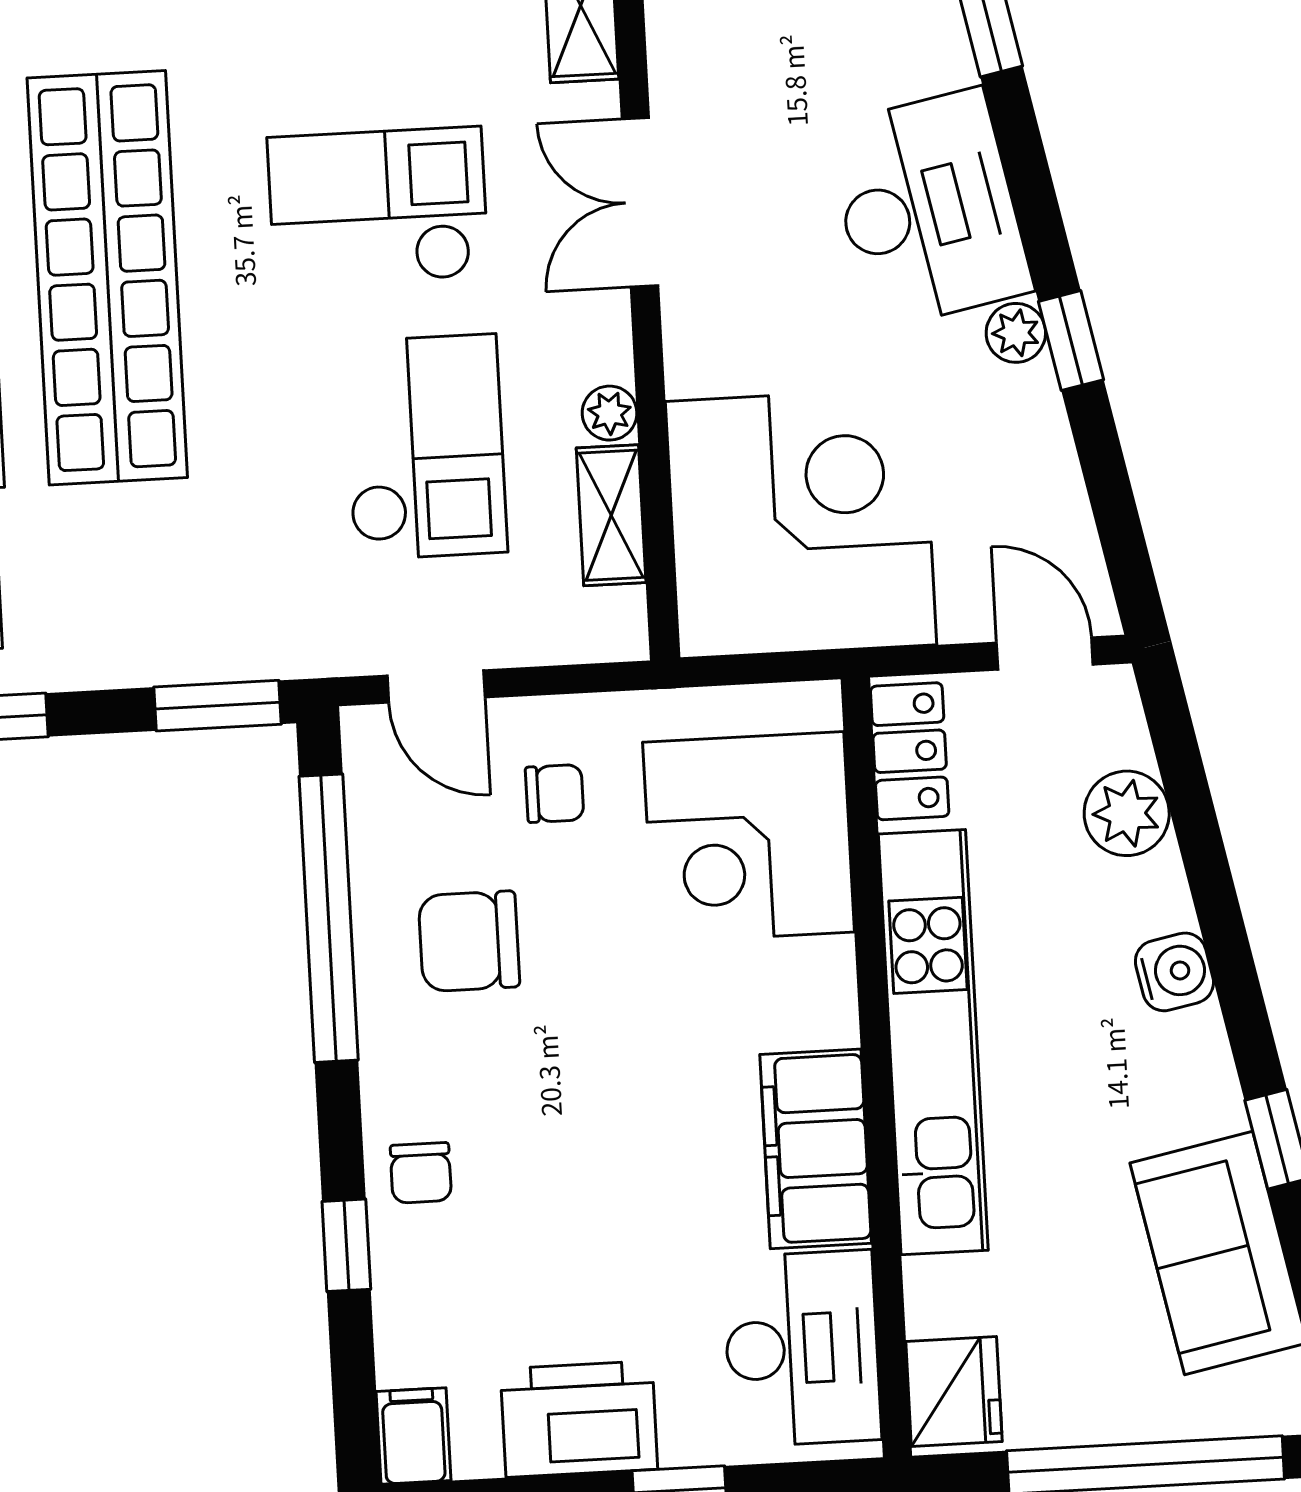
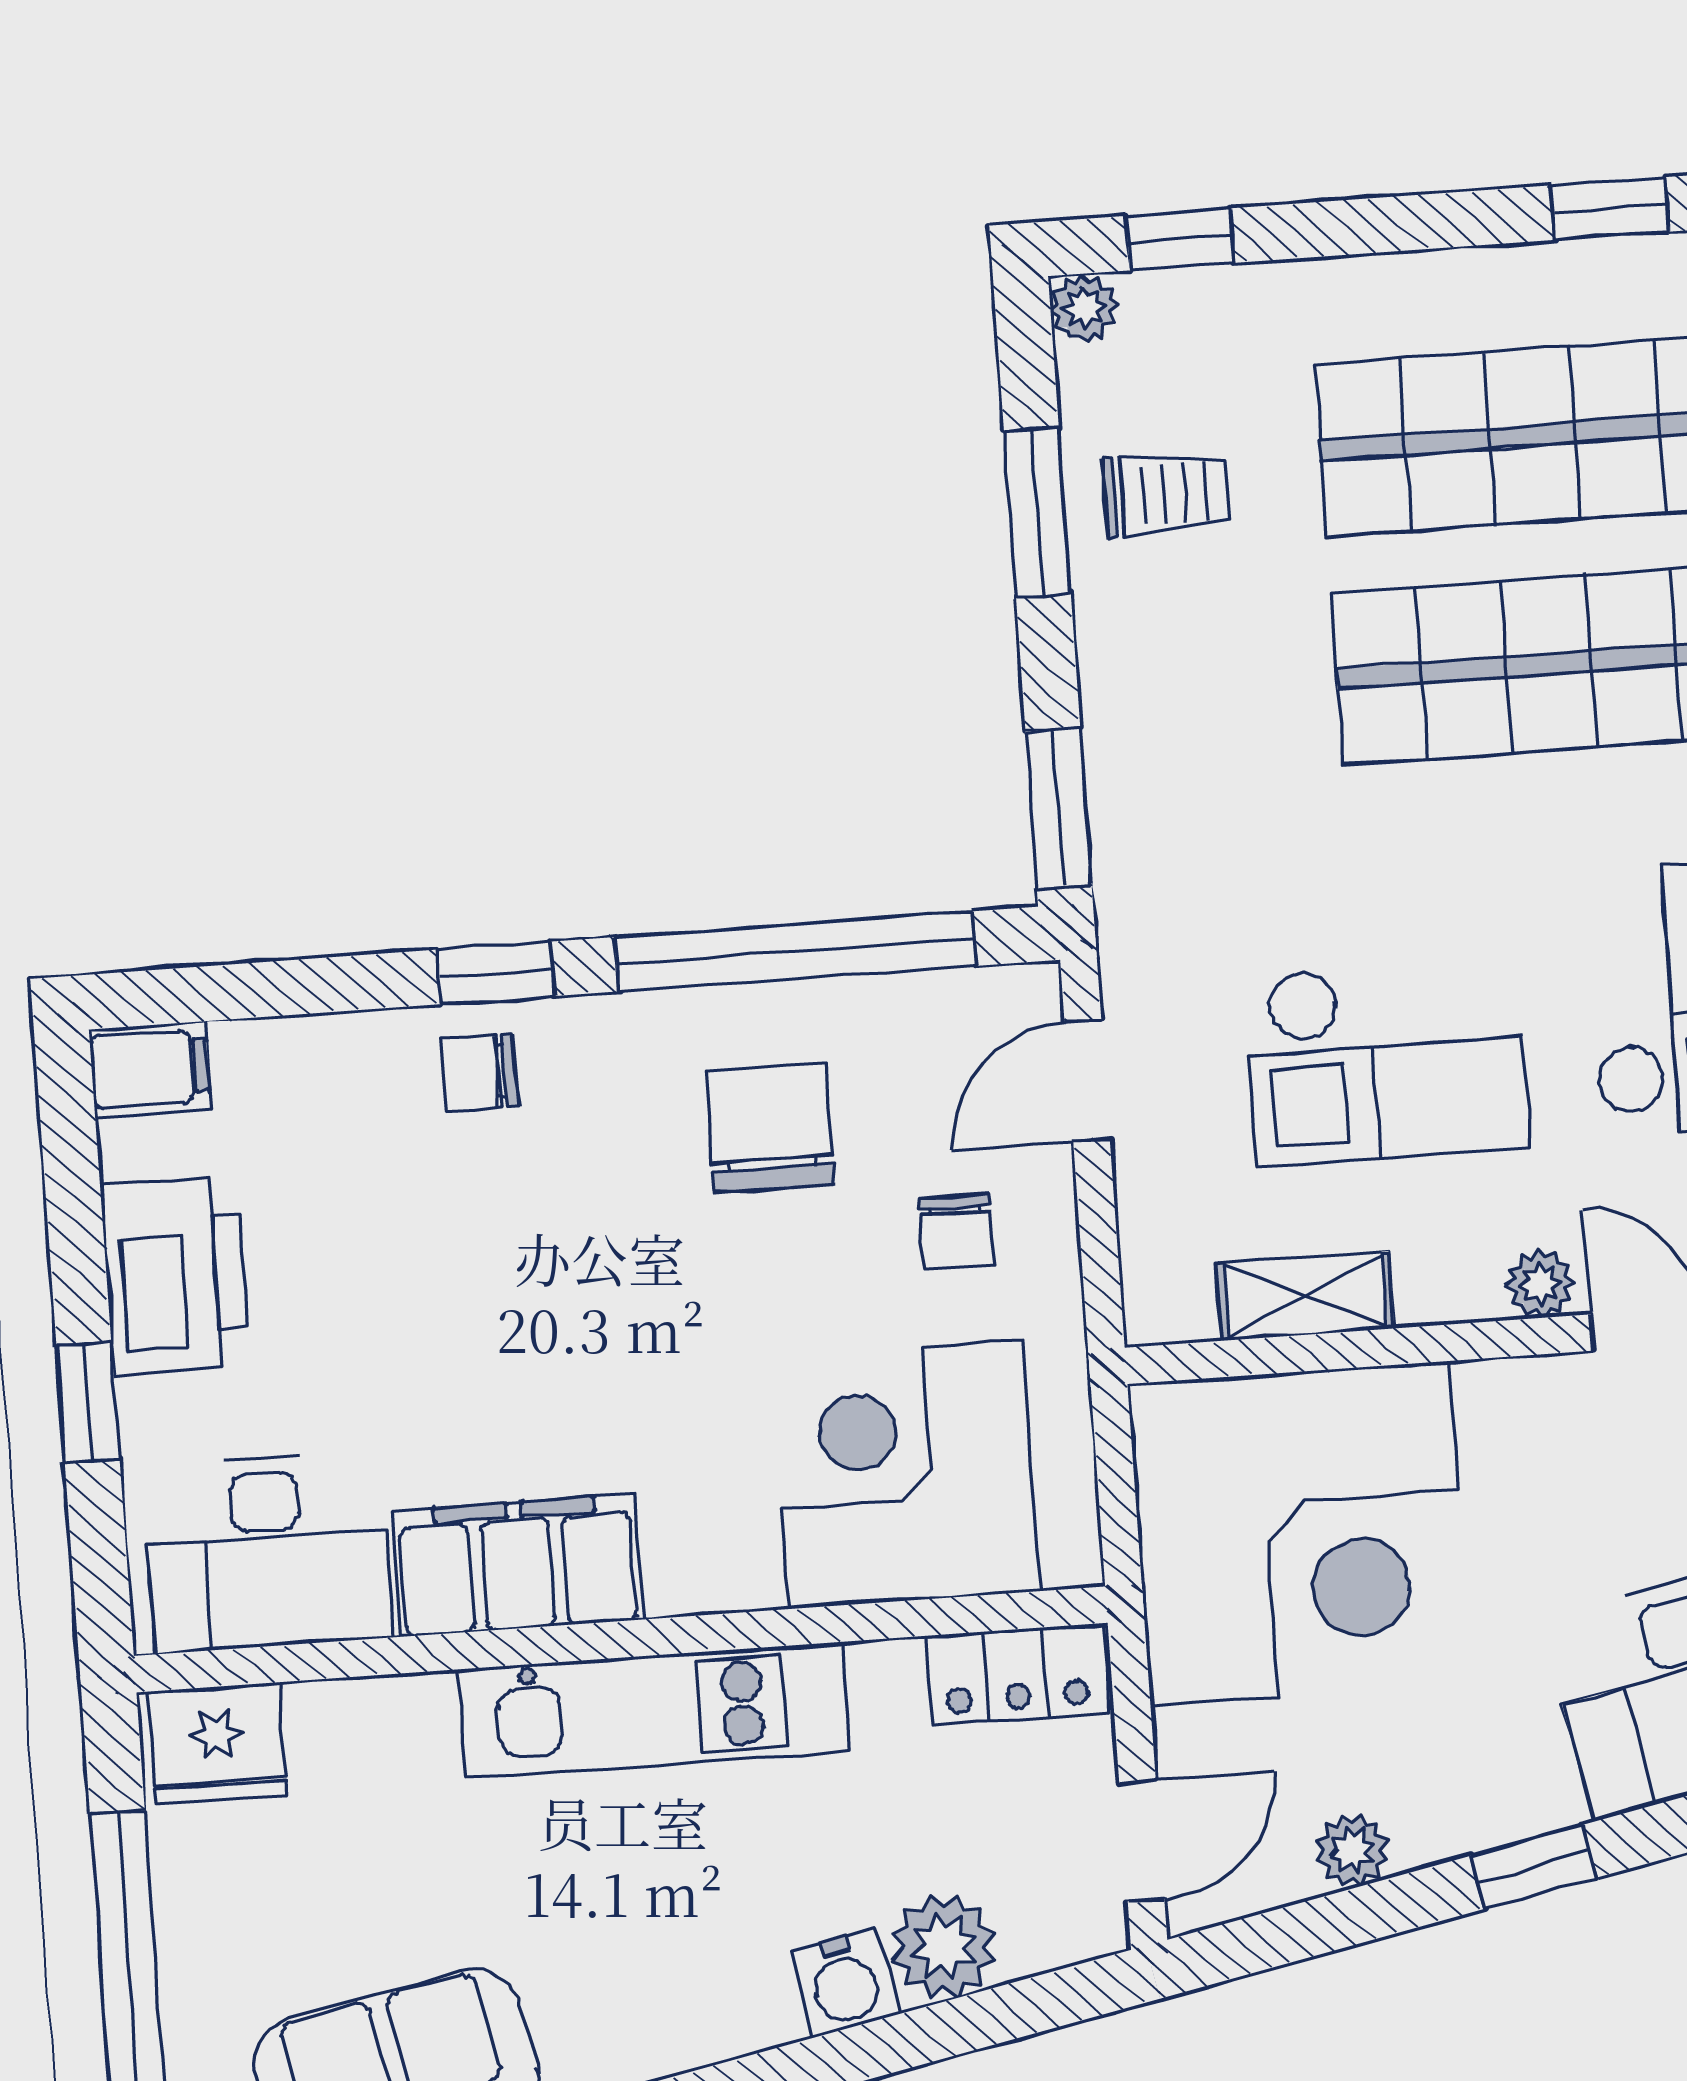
plant: (1016, 333) -> (1352, 1850), moved
plant: (610, 413) -> (1541, 1284), moved
water cooler: (1174, 972) -> (845, 1983), moved
kitchen unit: (933, 1042) -> (654, 1710), width x0.73
window: (346, 1245) -> (495, 973), moved

